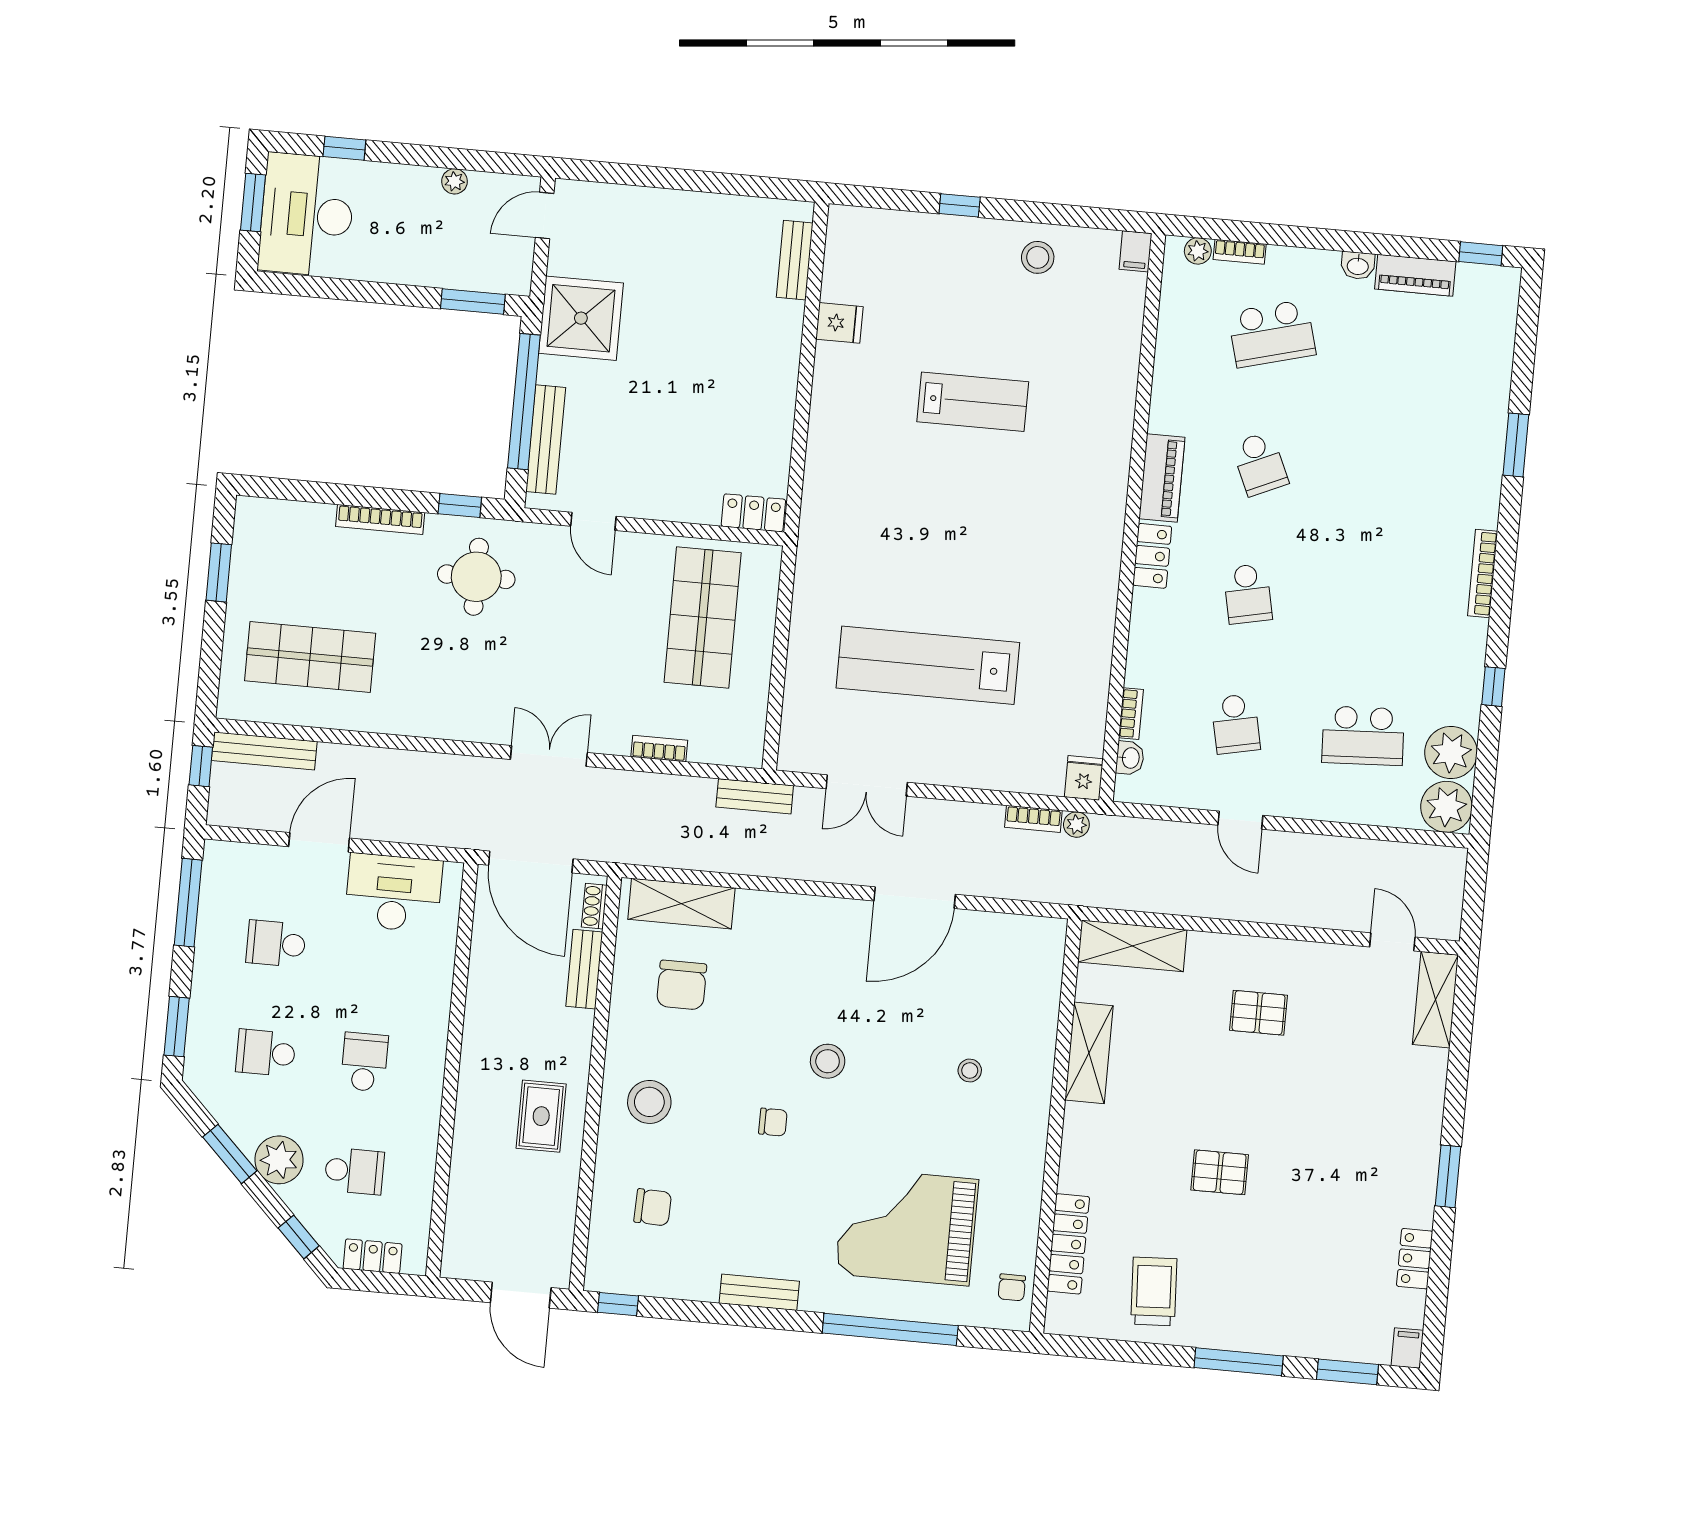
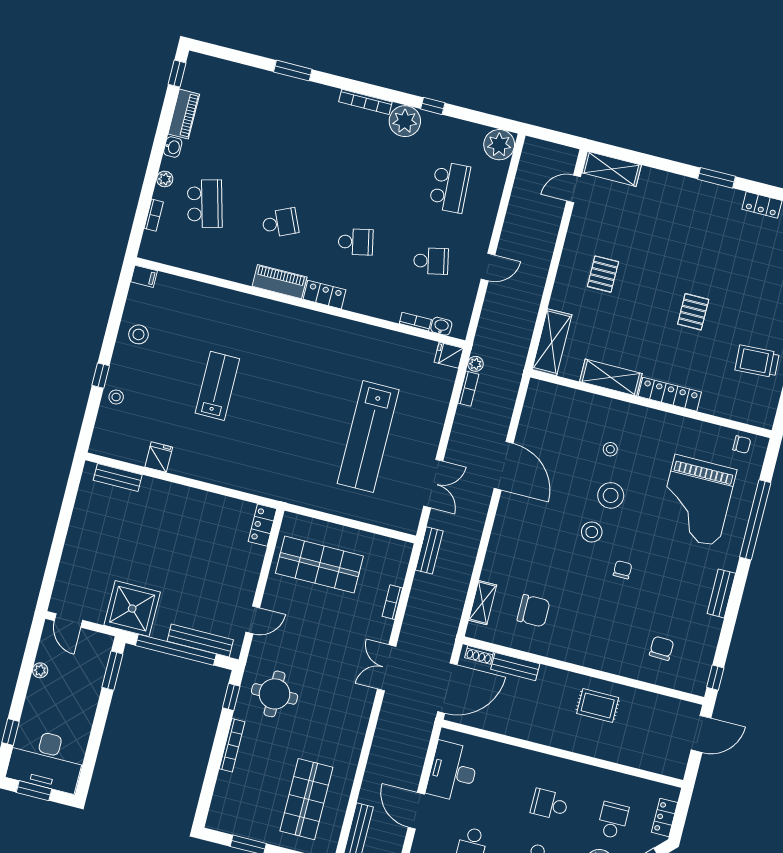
stool: (928, 237) -> (116, 397), added
plant: (1198, 251) -> (165, 179), moved
plant: (1451, 752) -> (405, 121), moved
shelving: (681, 904) -> (483, 603), width x0.67, depth x0.75
stool: (649, 1102) -> (611, 495), moved
locker: (1068, 1244) -> (670, 394), moved

